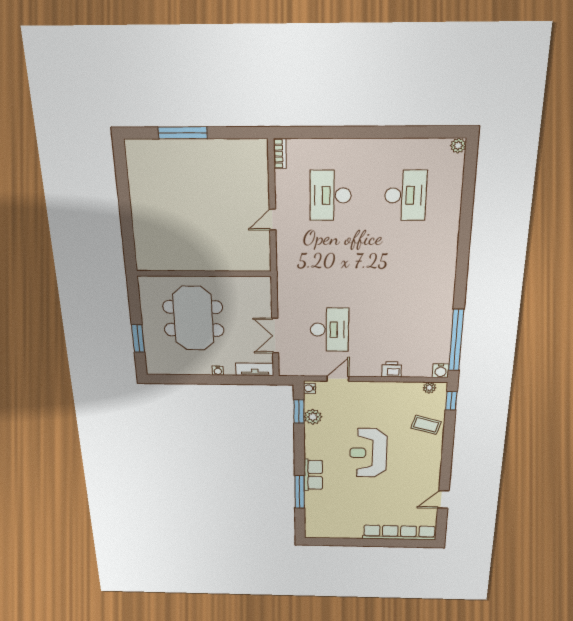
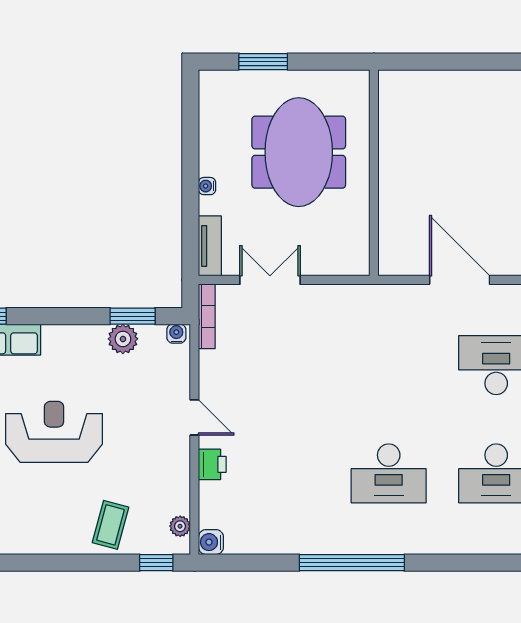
door: (273, 220) -> (460, 280), width x1.87
meeting table: (193, 318) -> (299, 152), turned 90
desk: (329, 330) -> (389, 473), moved
window: (456, 340) -> (352, 563), moved
bookcase: (299, 372) -> (207, 316), added
door: (338, 379) -> (194, 417), moved

